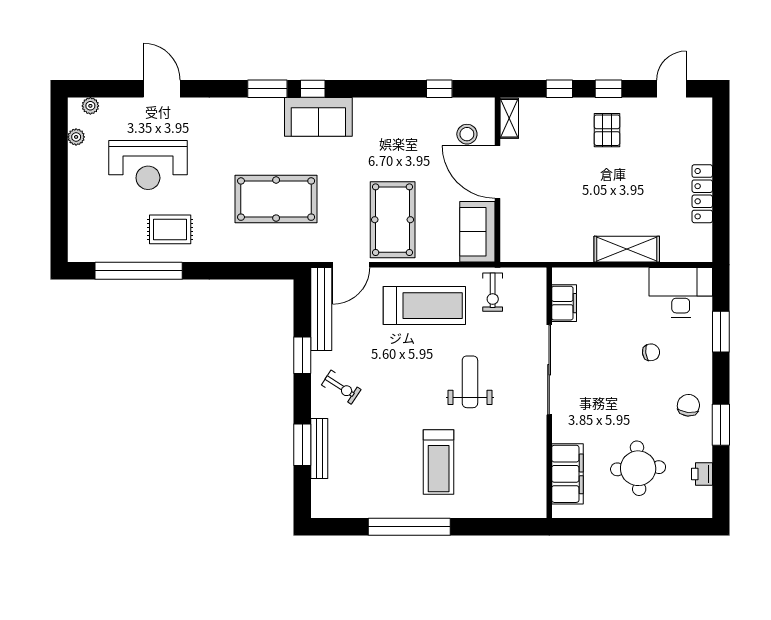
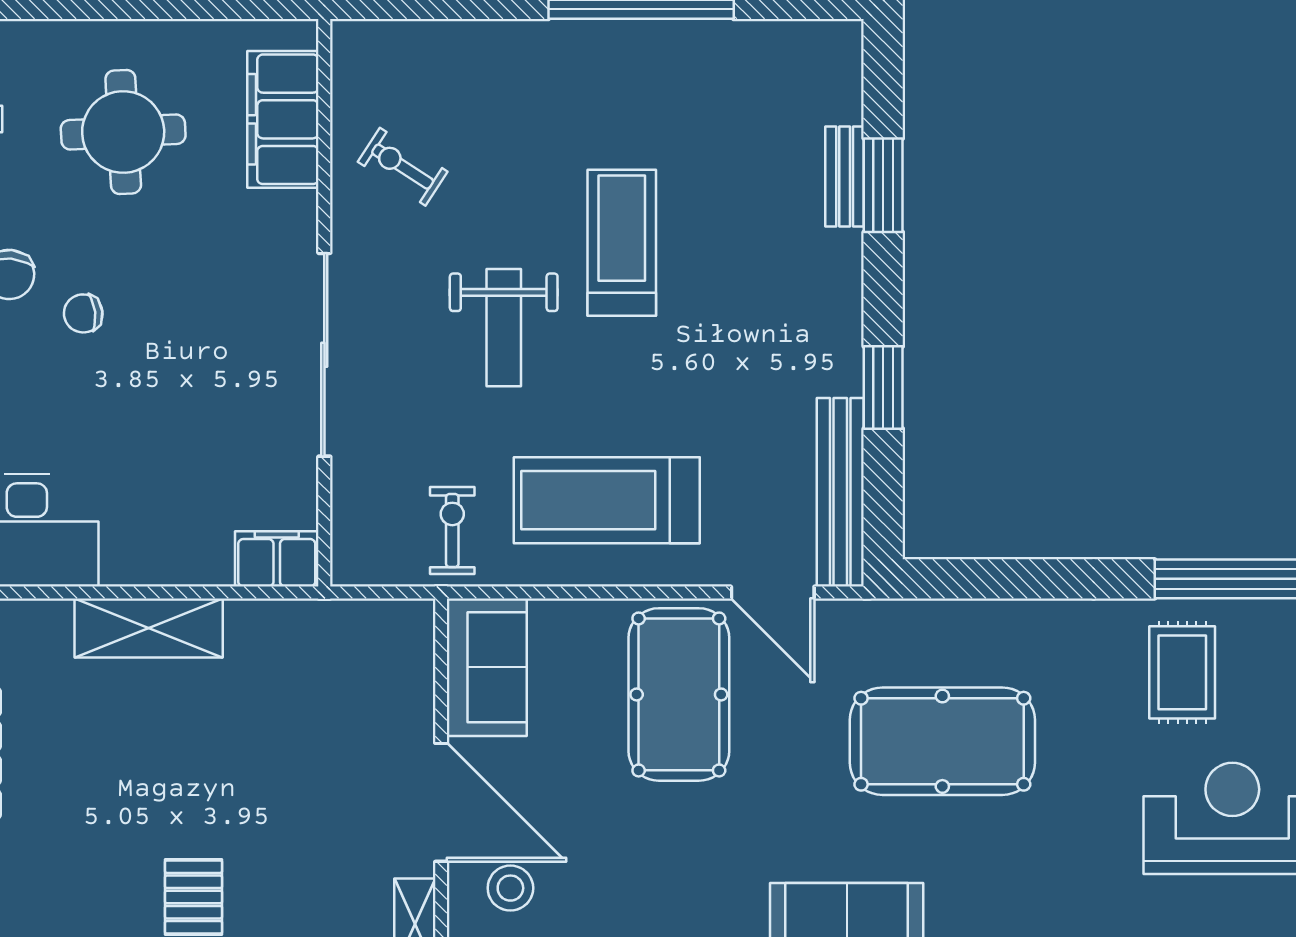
rug: (170, 229) -> (1182, 672), turned 90
door: (351, 265) -> (773, 593), swing flipped
filing cabinet: (564, 303) -> (277, 559), moved, turned 90
chair: (651, 352) -> (83, 313), moved
exercise bike: (341, 387) -> (403, 167), moved
bench: (319, 449) -> (845, 177), width x0.73
treadmill: (439, 462) -> (622, 243), moved

